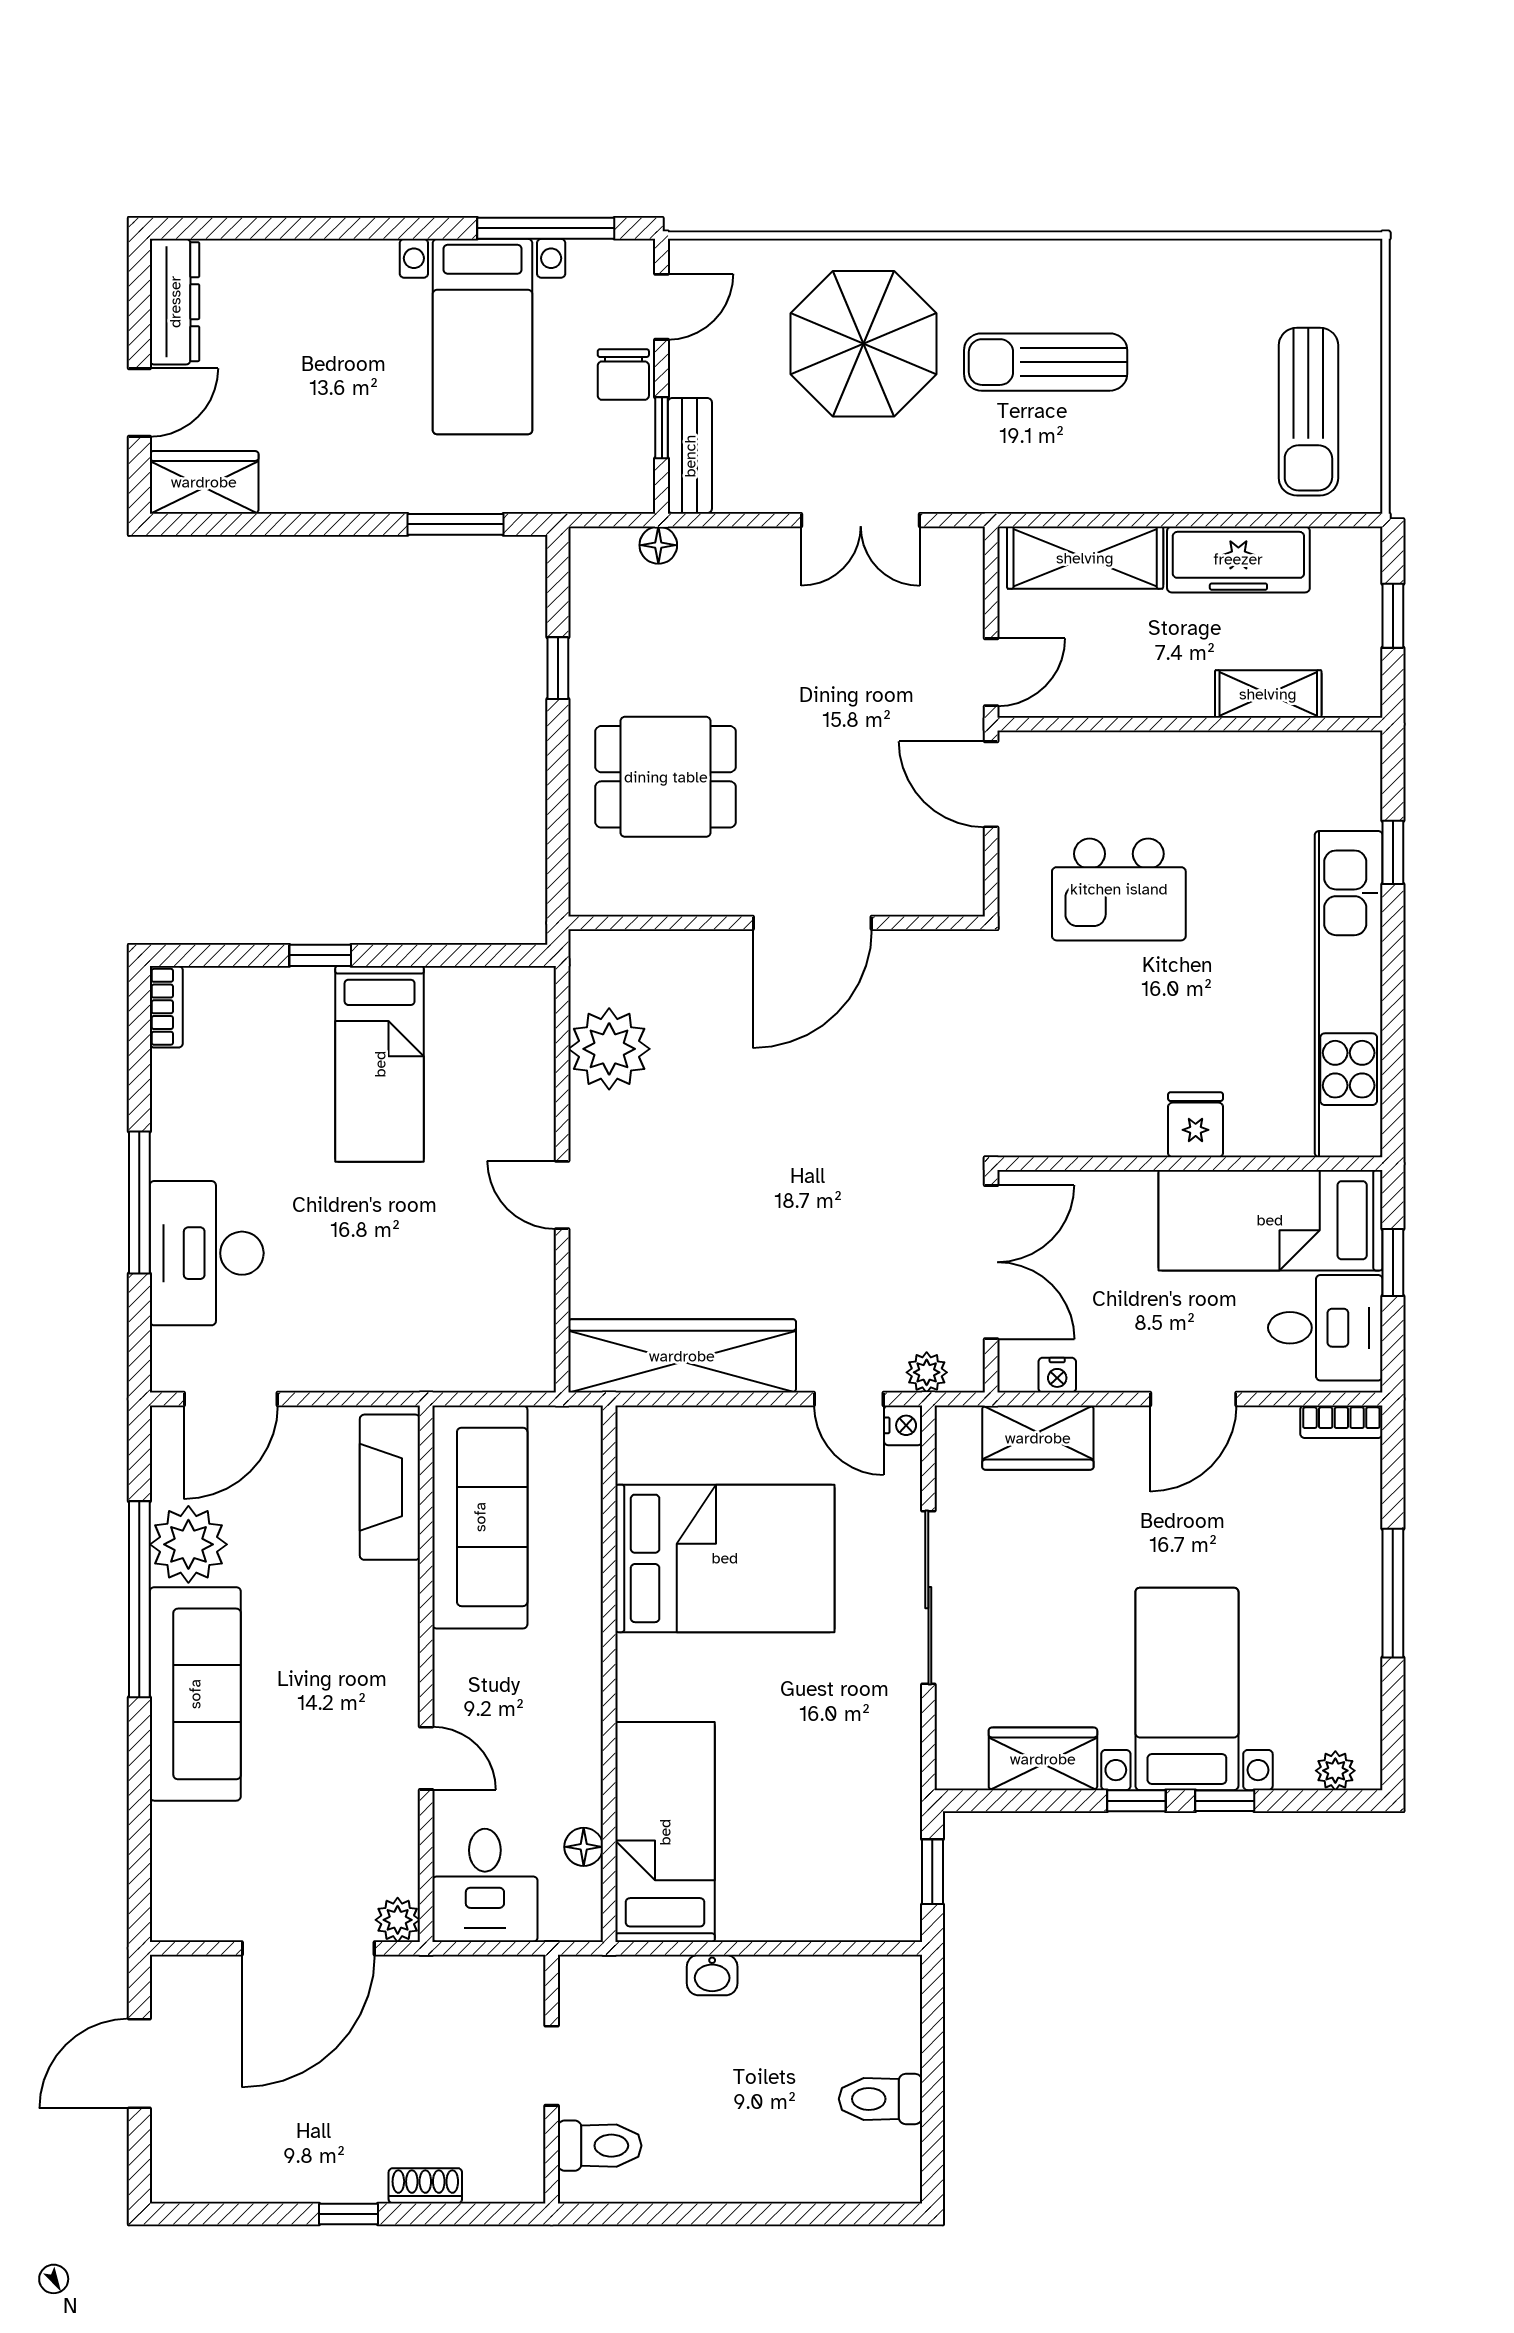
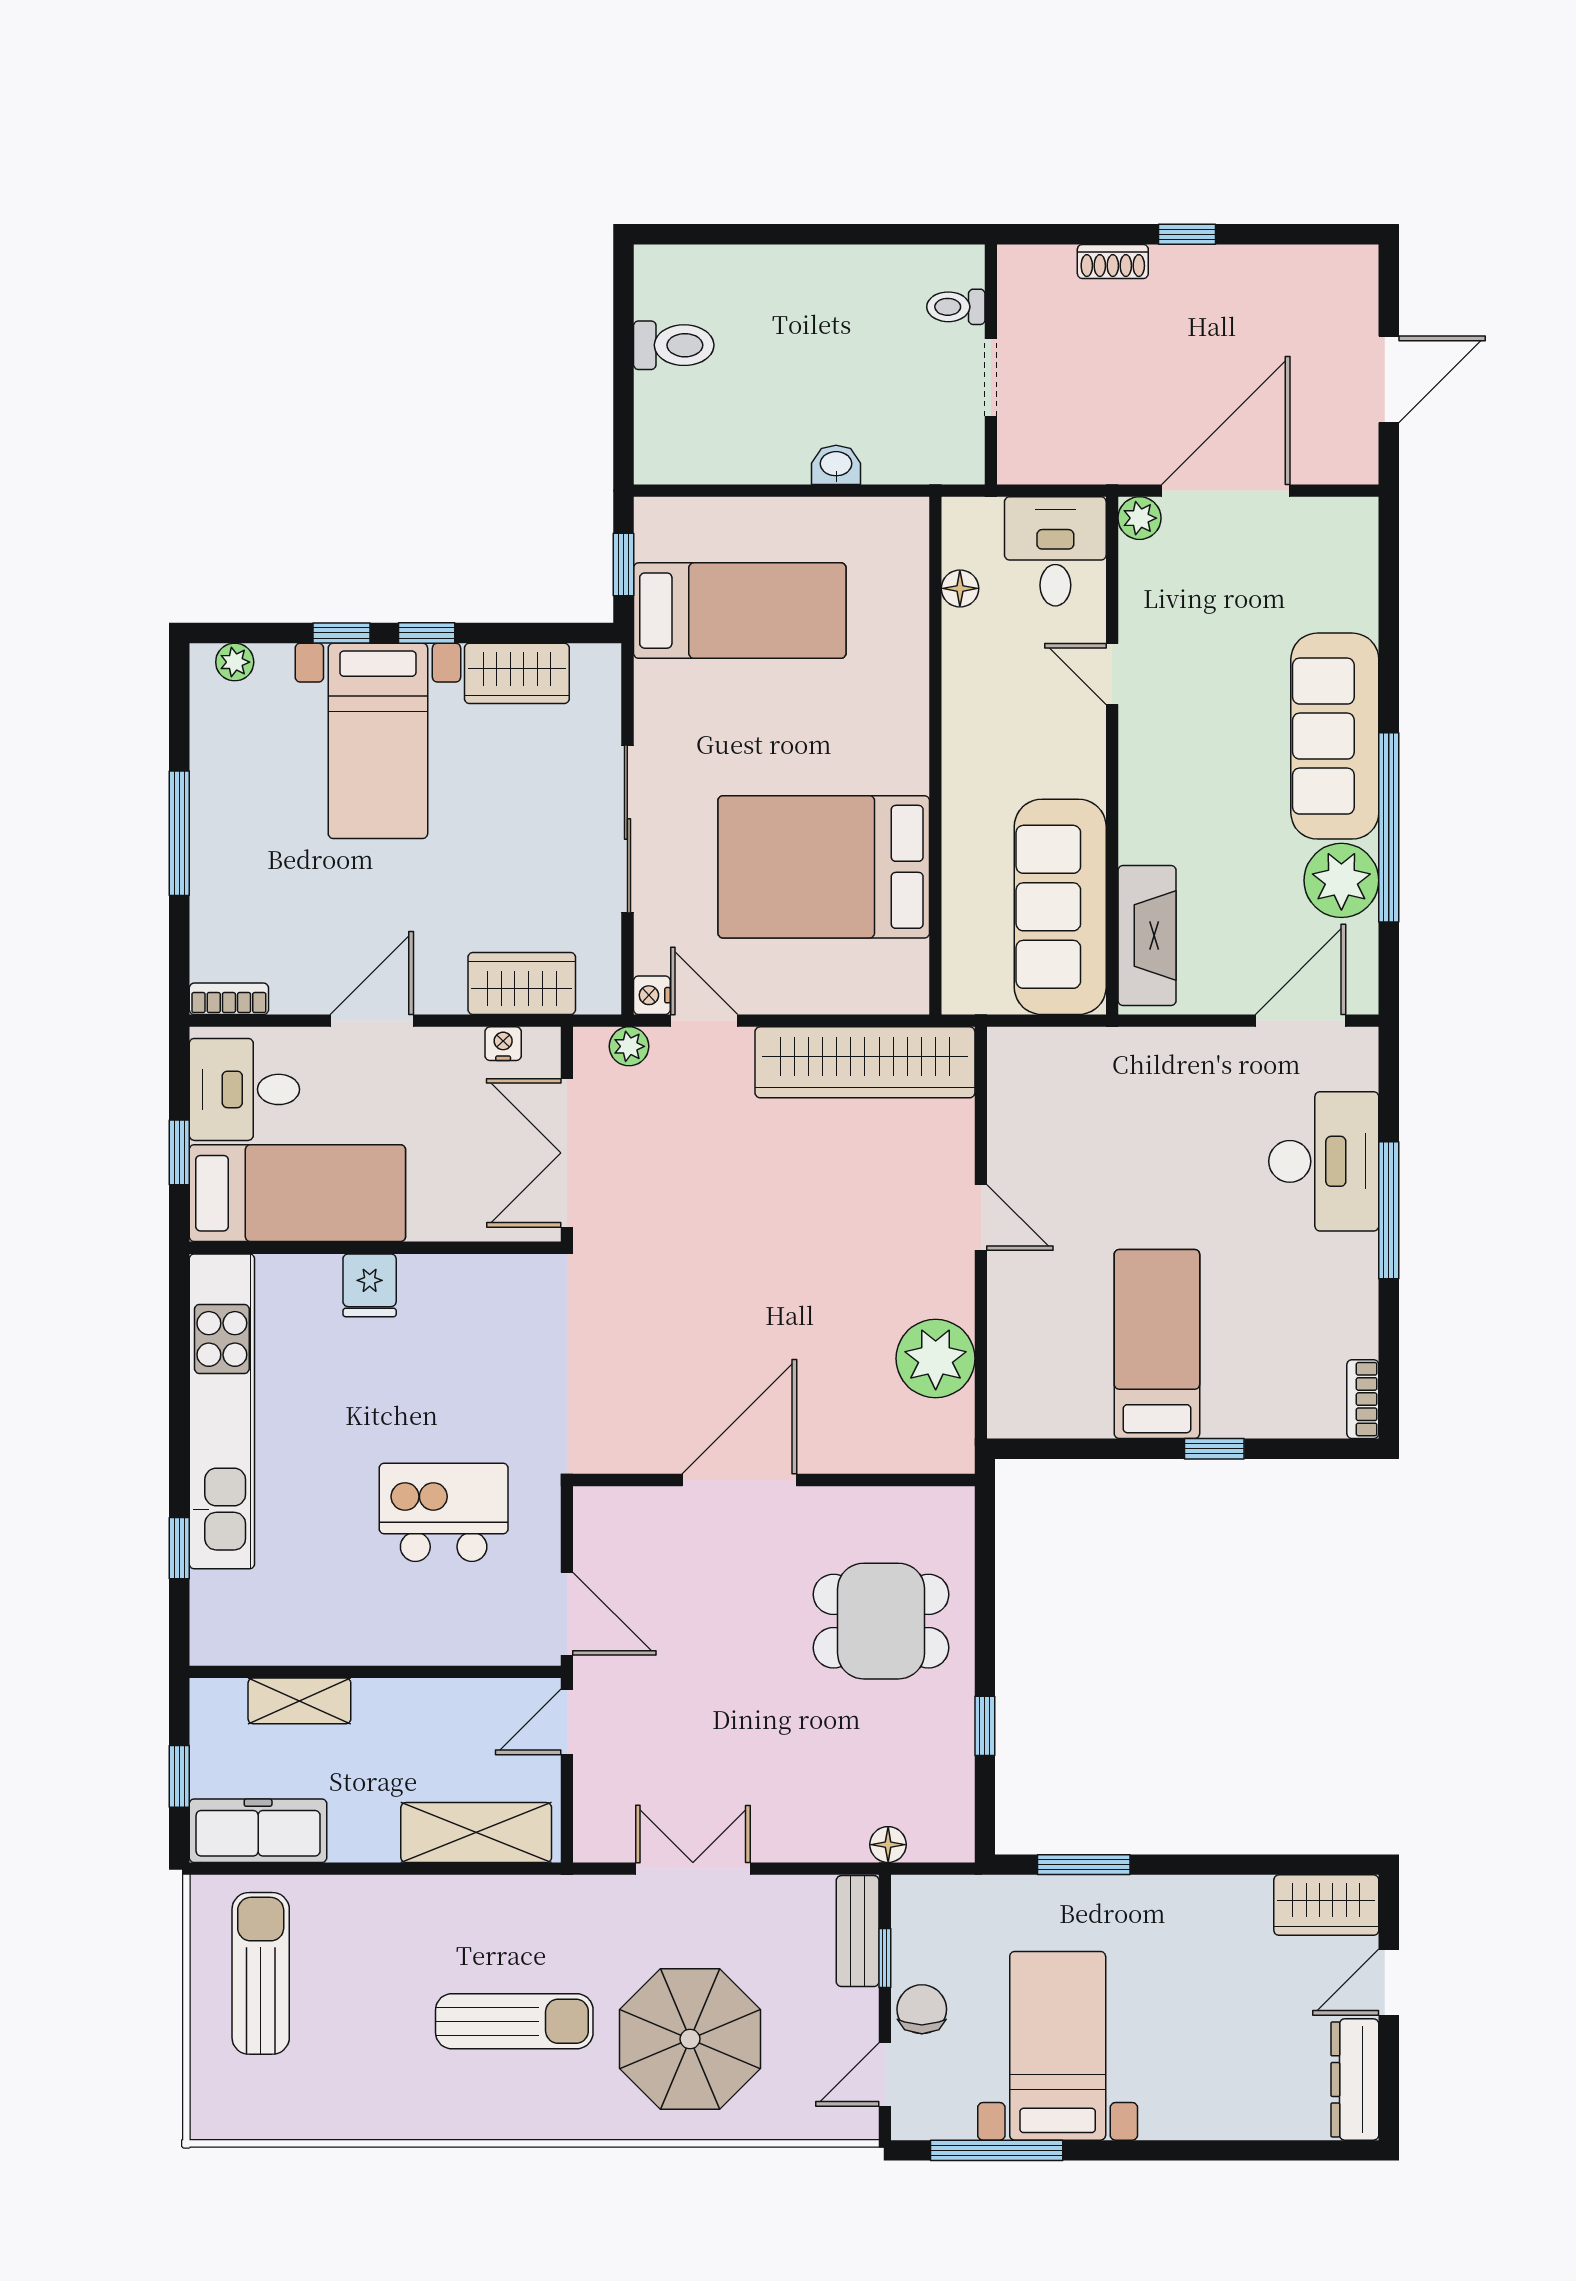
freezer: (1238, 559) -> (258, 1831), moved
bed: (665, 1832) -> (740, 611), moved, turned -90
toilet: (600, 2146) -> (956, 307), width x0.73, depth x0.72

